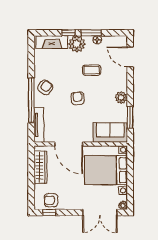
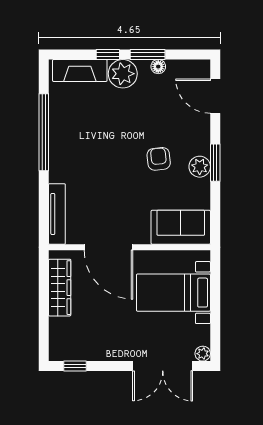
coffee table: (92, 70) -> (149, 119), removed
armchair: (45, 87) -> (68, 149), removed
armchair: (78, 98) -> (159, 159), moved
window: (31, 100) -> (44, 132), moved
window: (130, 117) -> (215, 163), moved
bed with nightstands: (106, 170) -> (173, 293), width x0.73
armchair: (51, 200) -> (78, 345), removed

